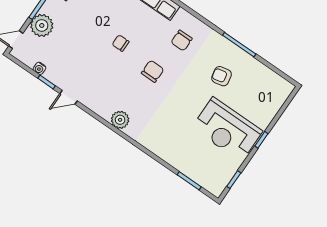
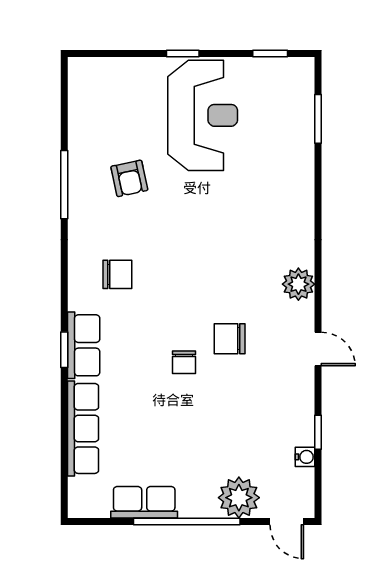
chair: (153, 71) -> (230, 339), moved
door: (69, 97) -> (318, 349), moved

